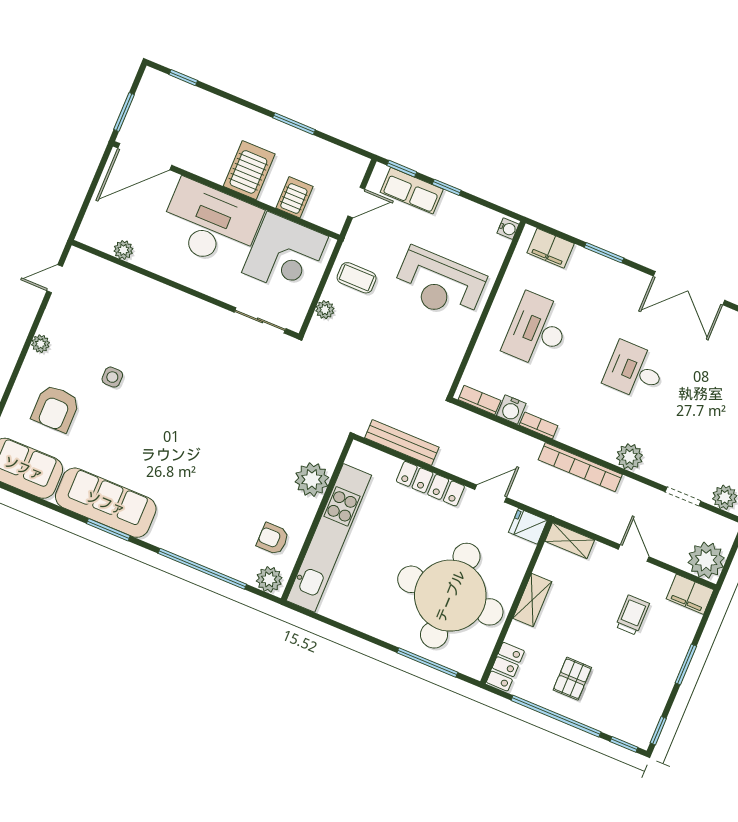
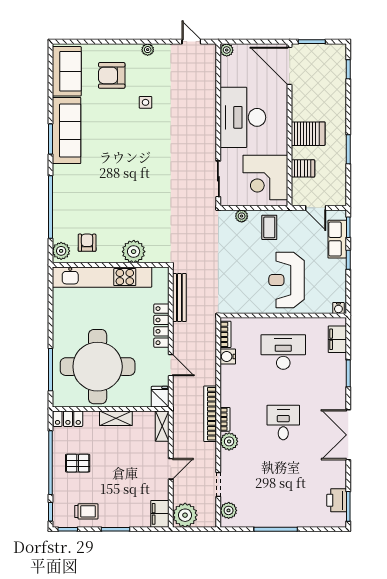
desk: (210, 224) -> (243, 117), moved, turned 180
plant: (123, 250) -> (227, 50), moved
bookcase: (539, 425) -> (225, 419), moved
trolley: (632, 615) -> (86, 511), moved

